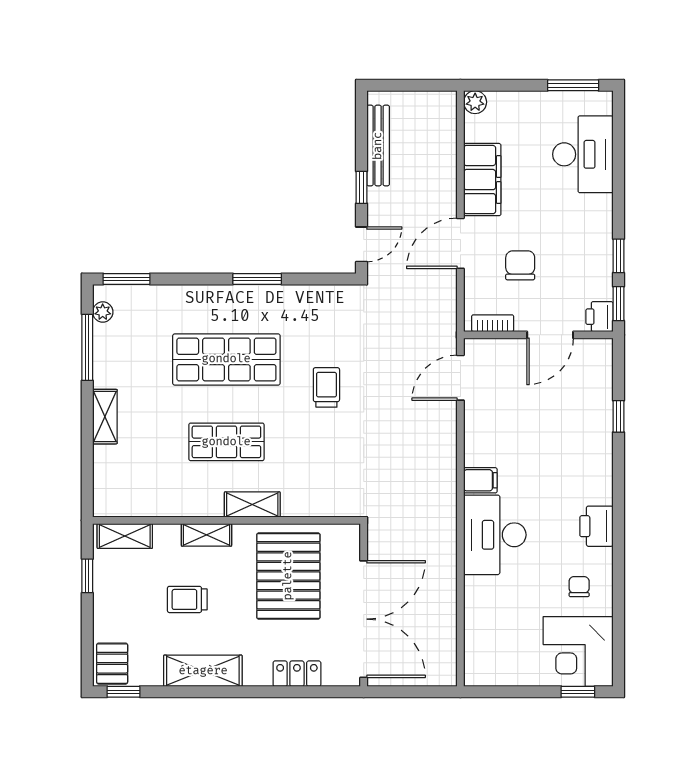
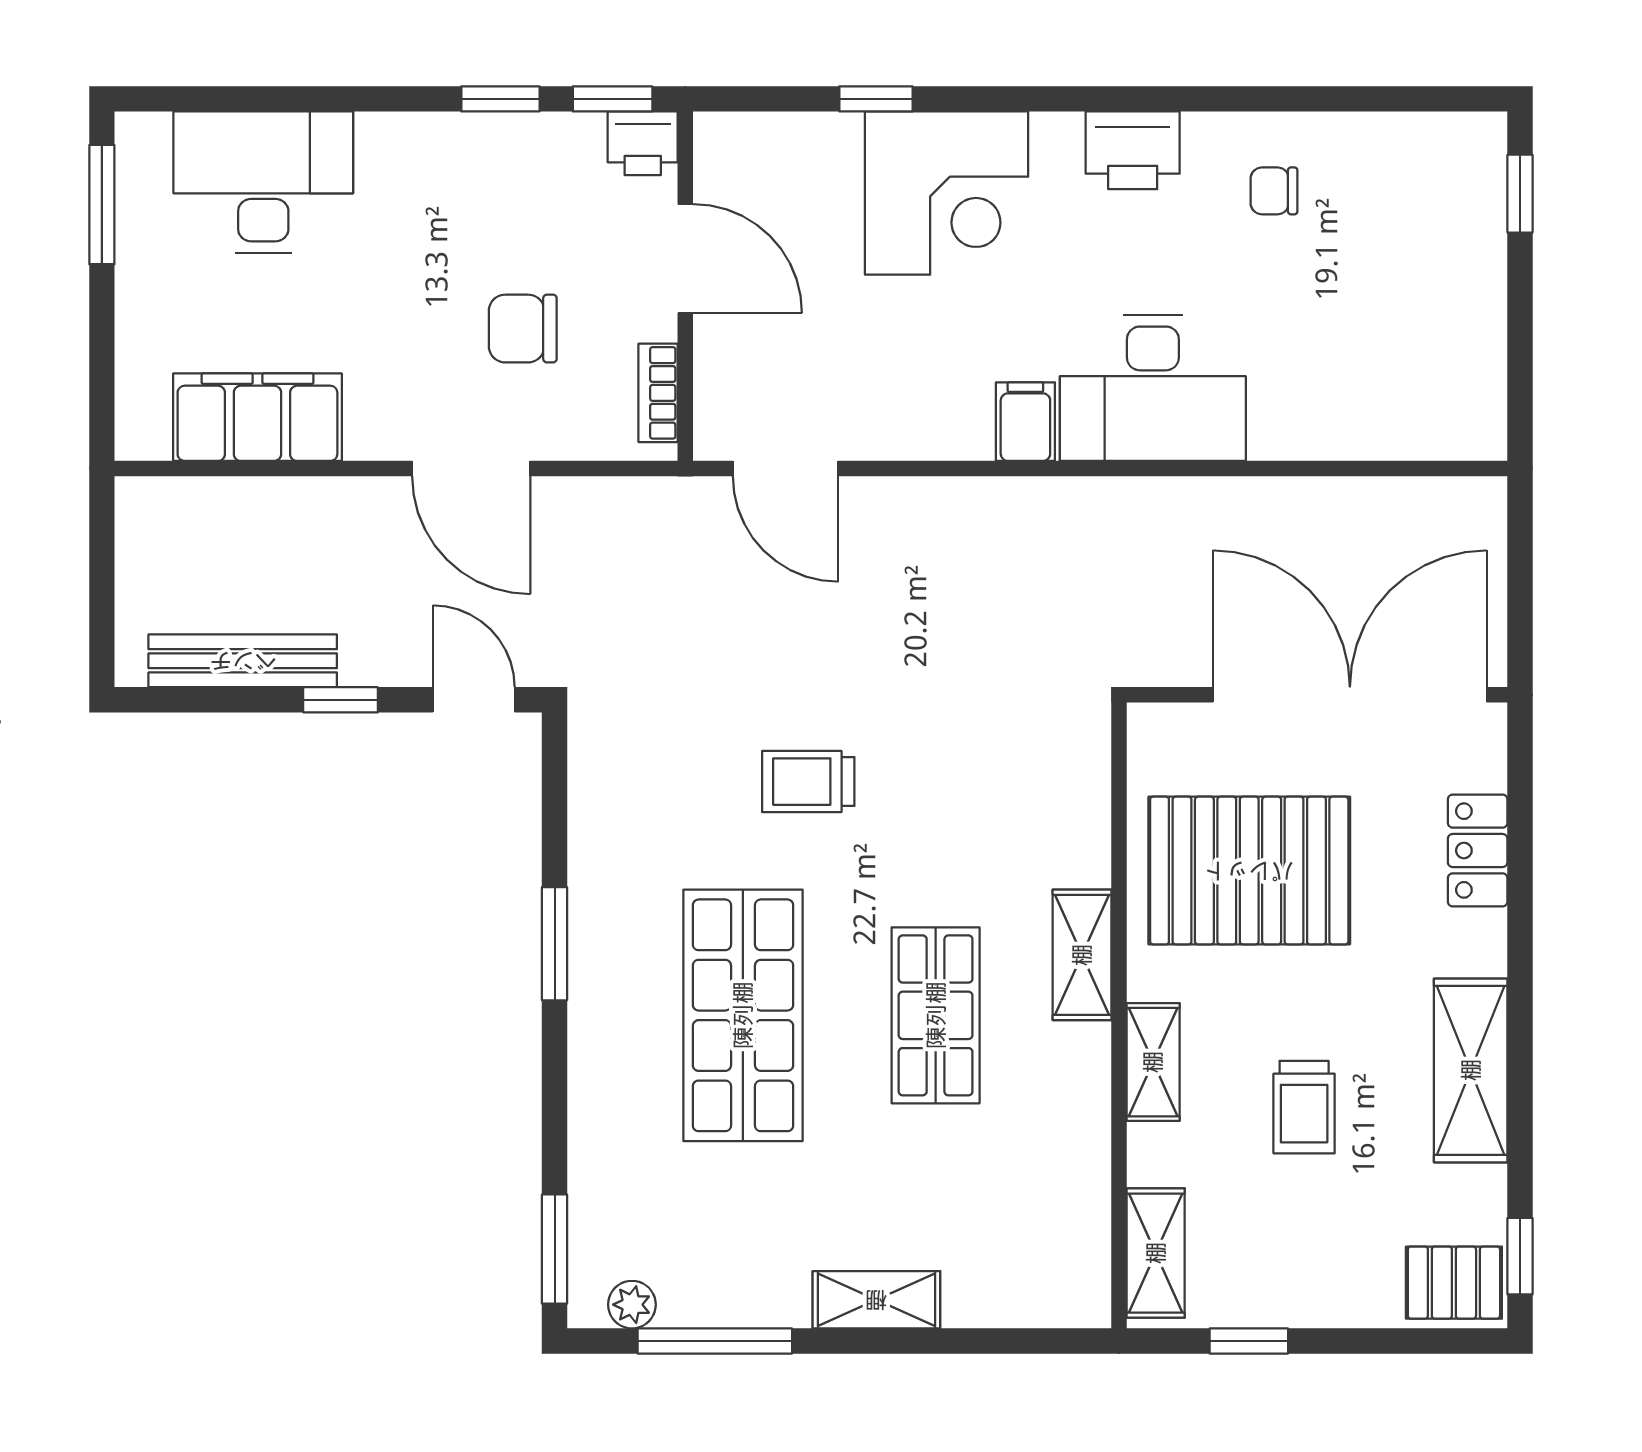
plant: (475, 102) -> (141, 434), removed
filing cabinet: (482, 180) -> (257, 417), moved
corner desk: (578, 652) -> (947, 193), moved

